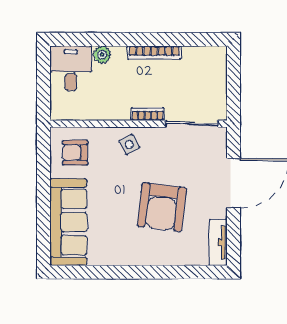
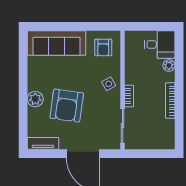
armchair: (75, 153) -> (103, 48), turned 180
armchair: (162, 207) -> (67, 106), turned -89
plant: (152, 254) -> (35, 99), added

